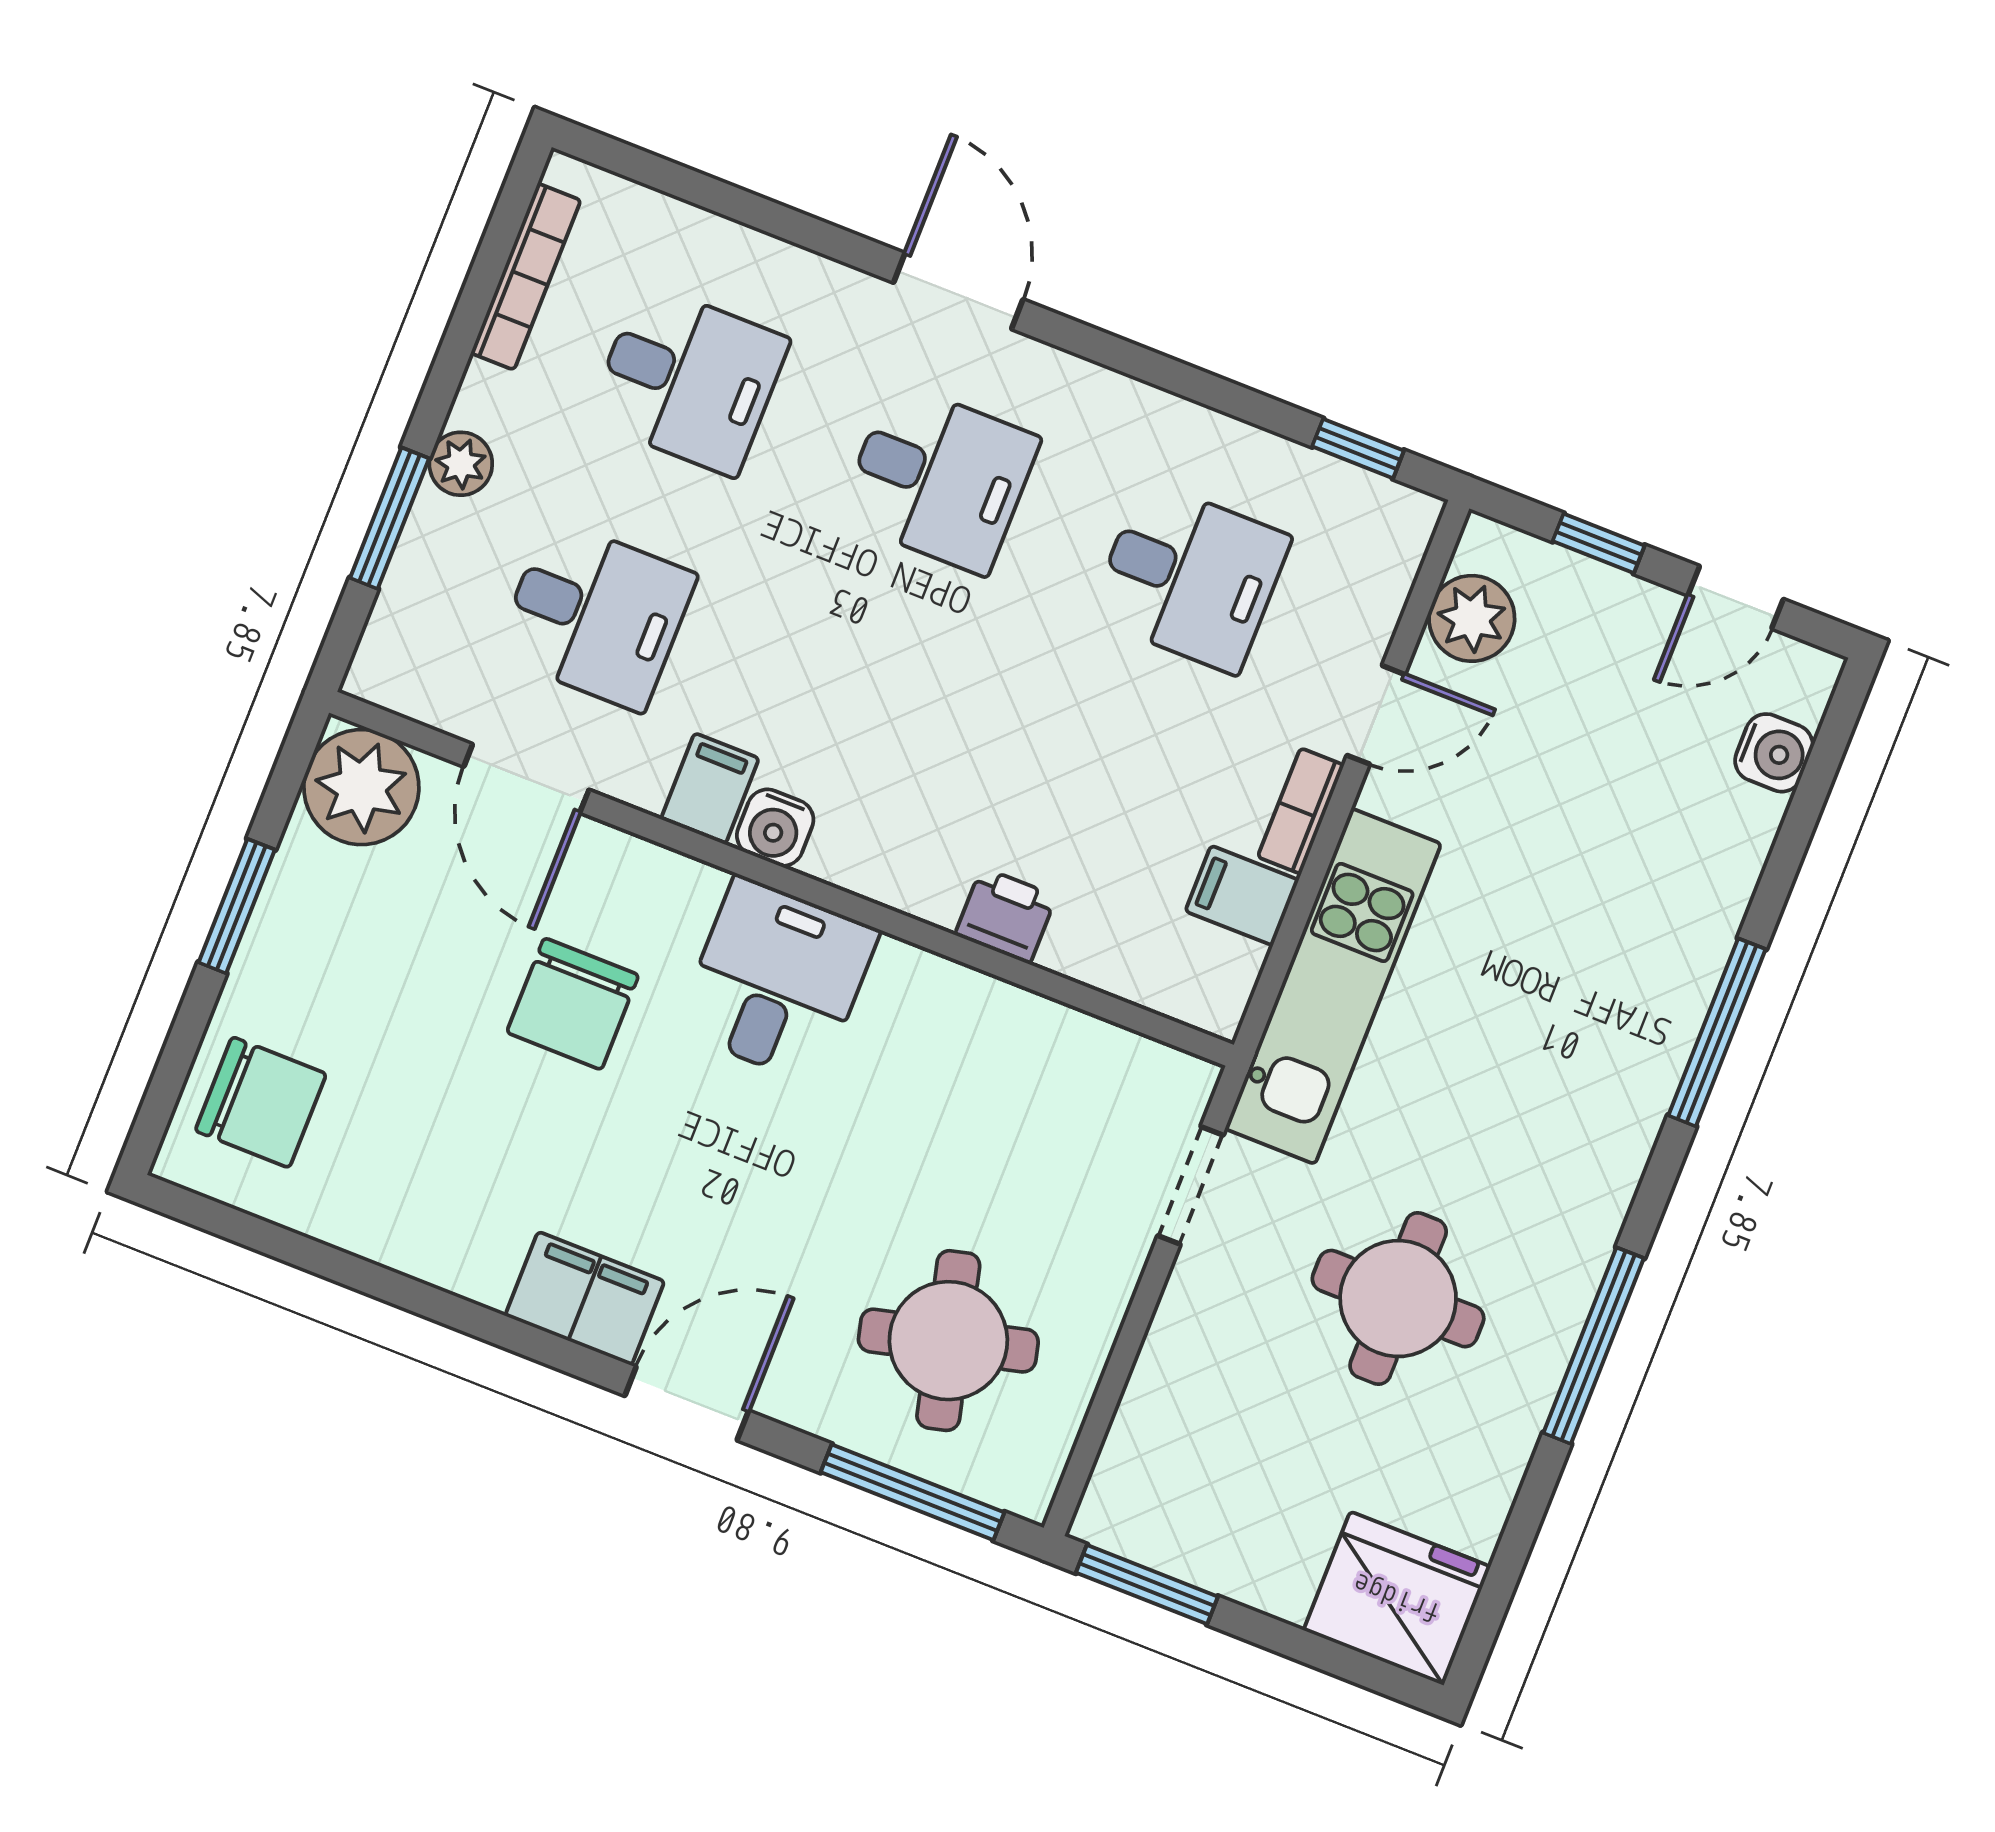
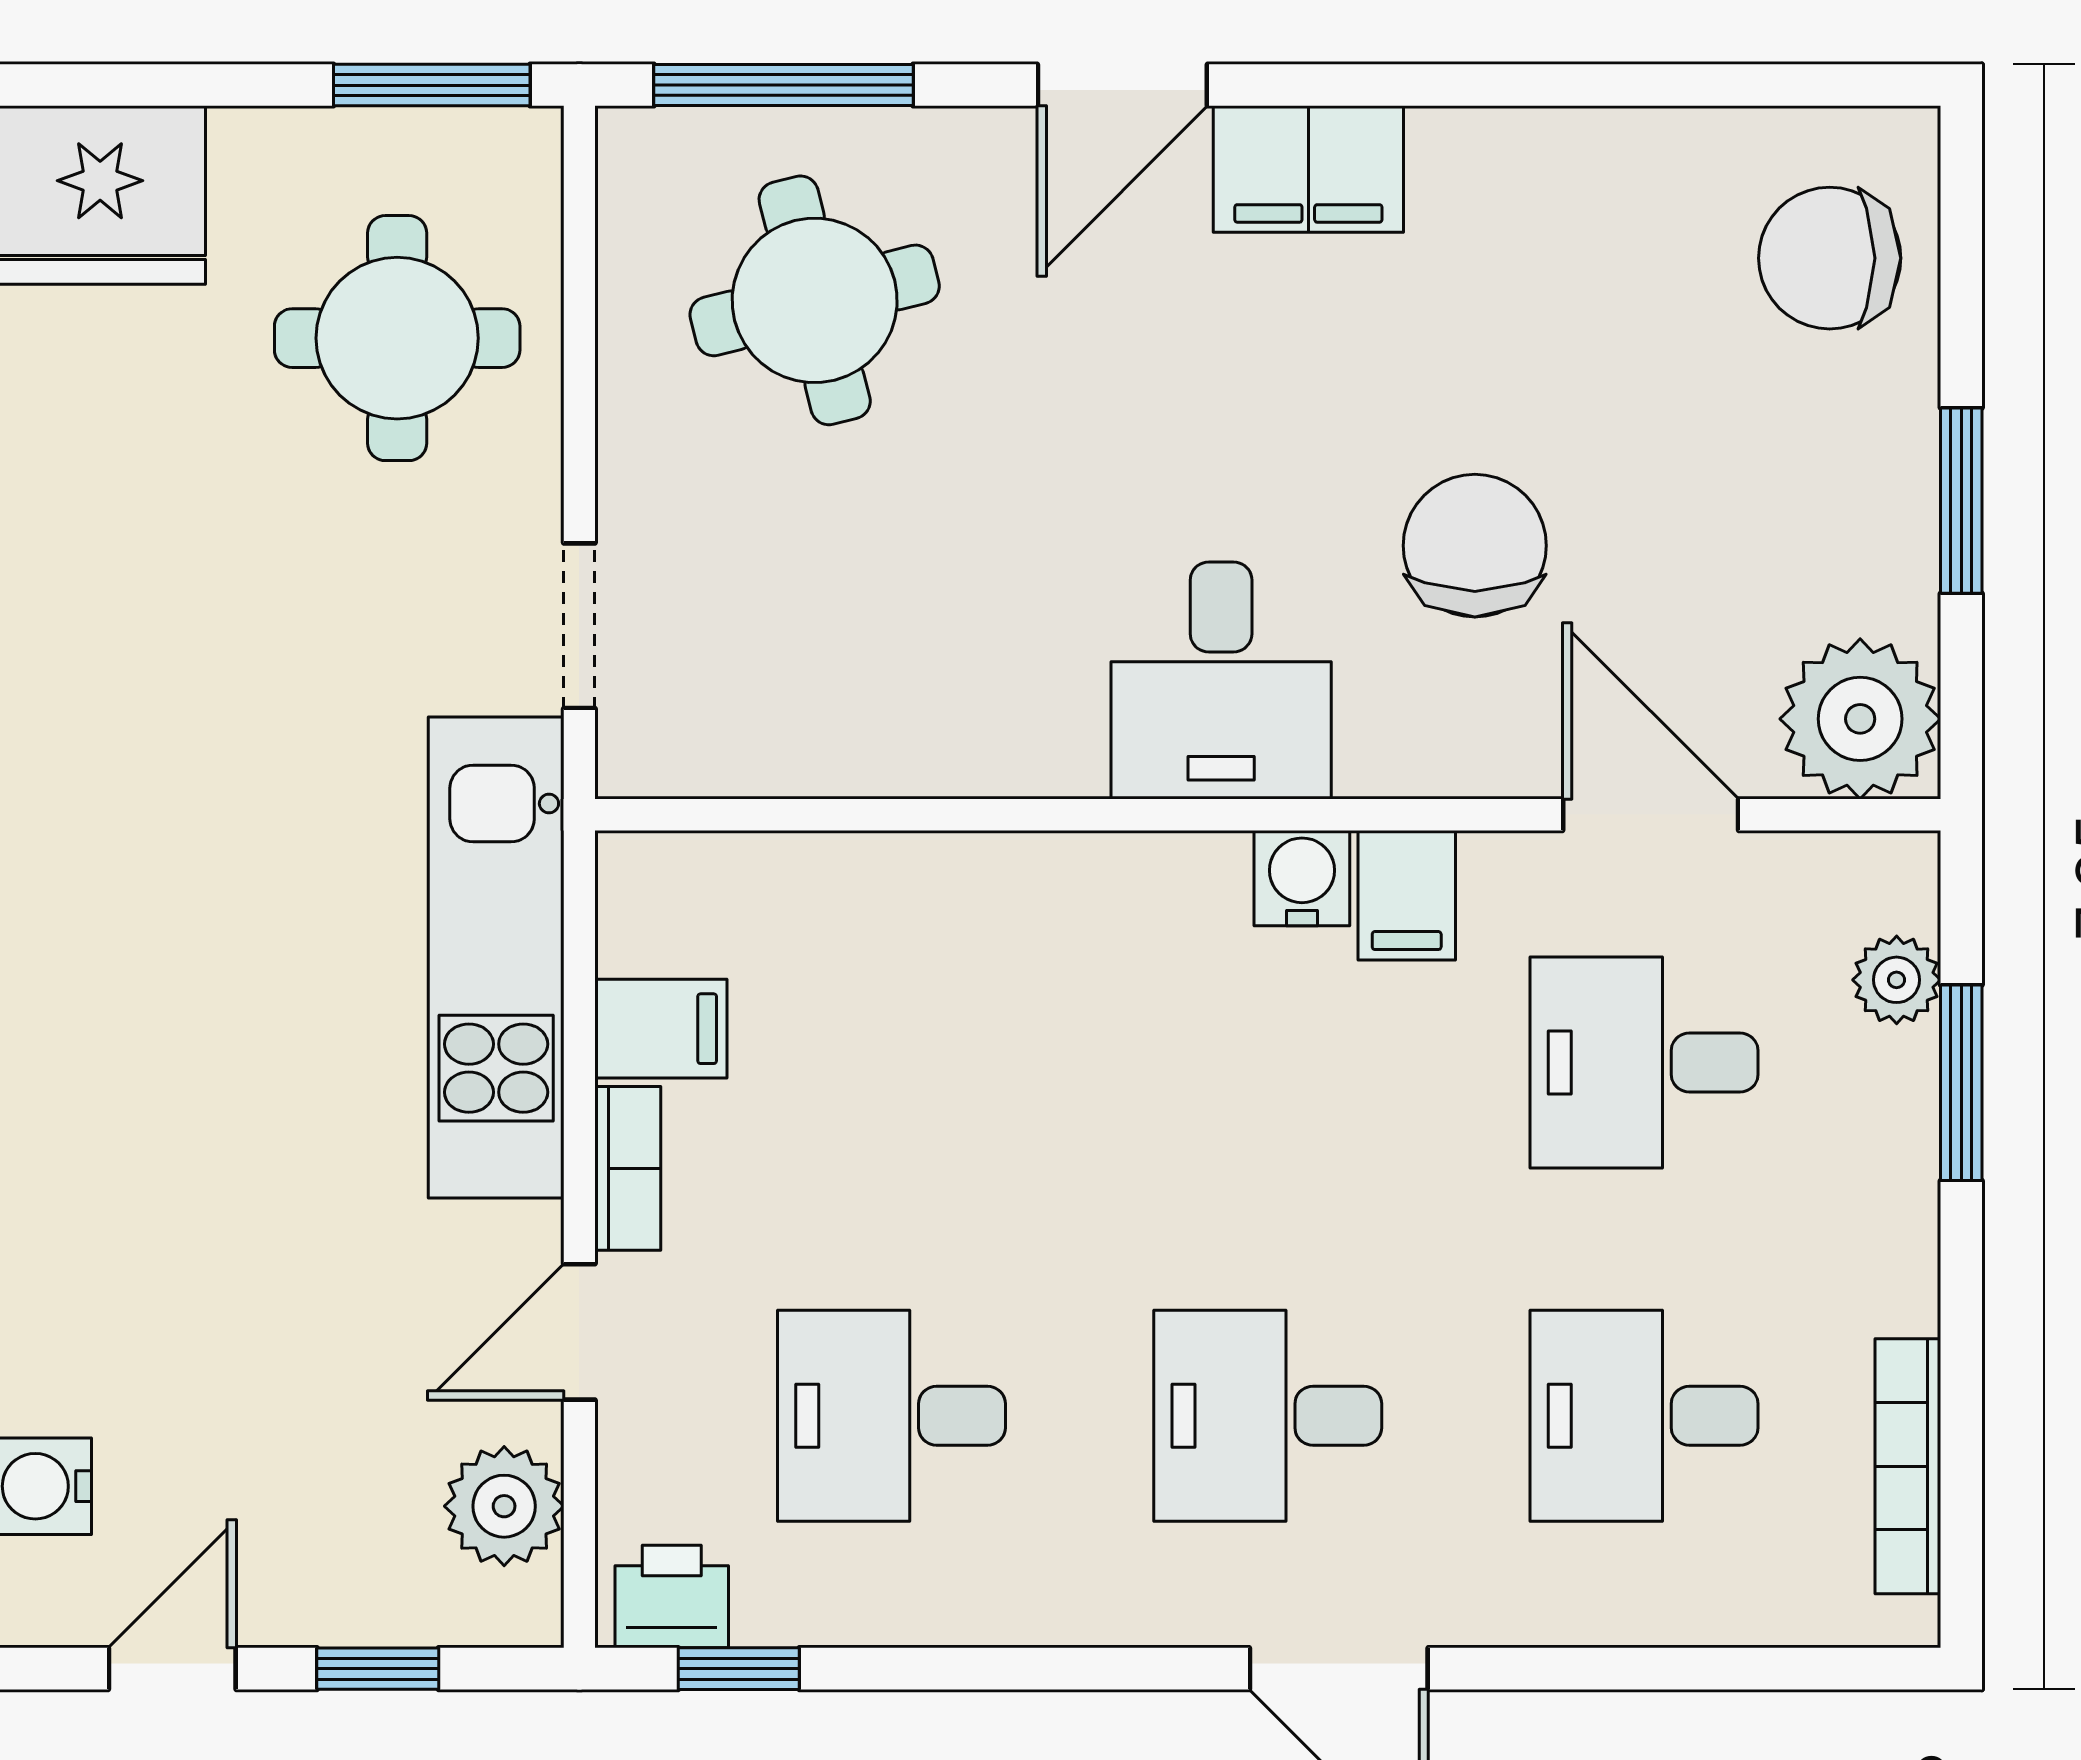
plant: (461, 464) -> (1897, 980), moved
printer: (1006, 916) -> (672, 1597), moved, turned 180
round table: (1398, 1299) -> (397, 338), moved

